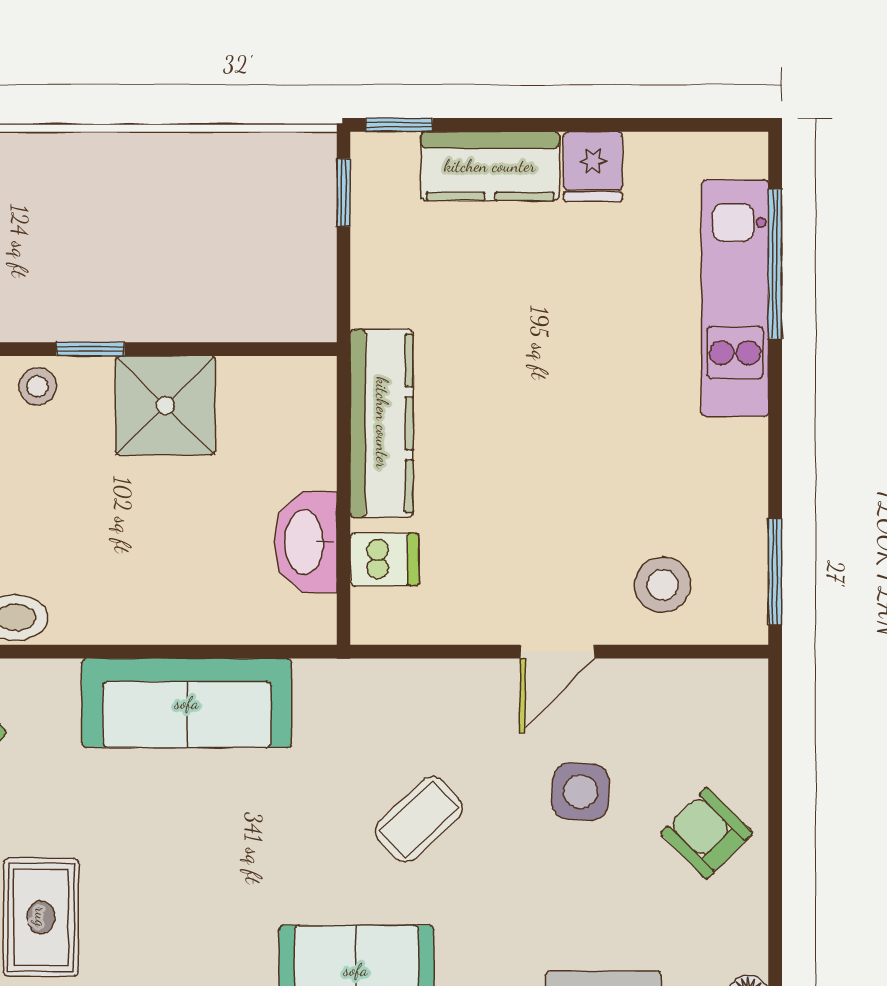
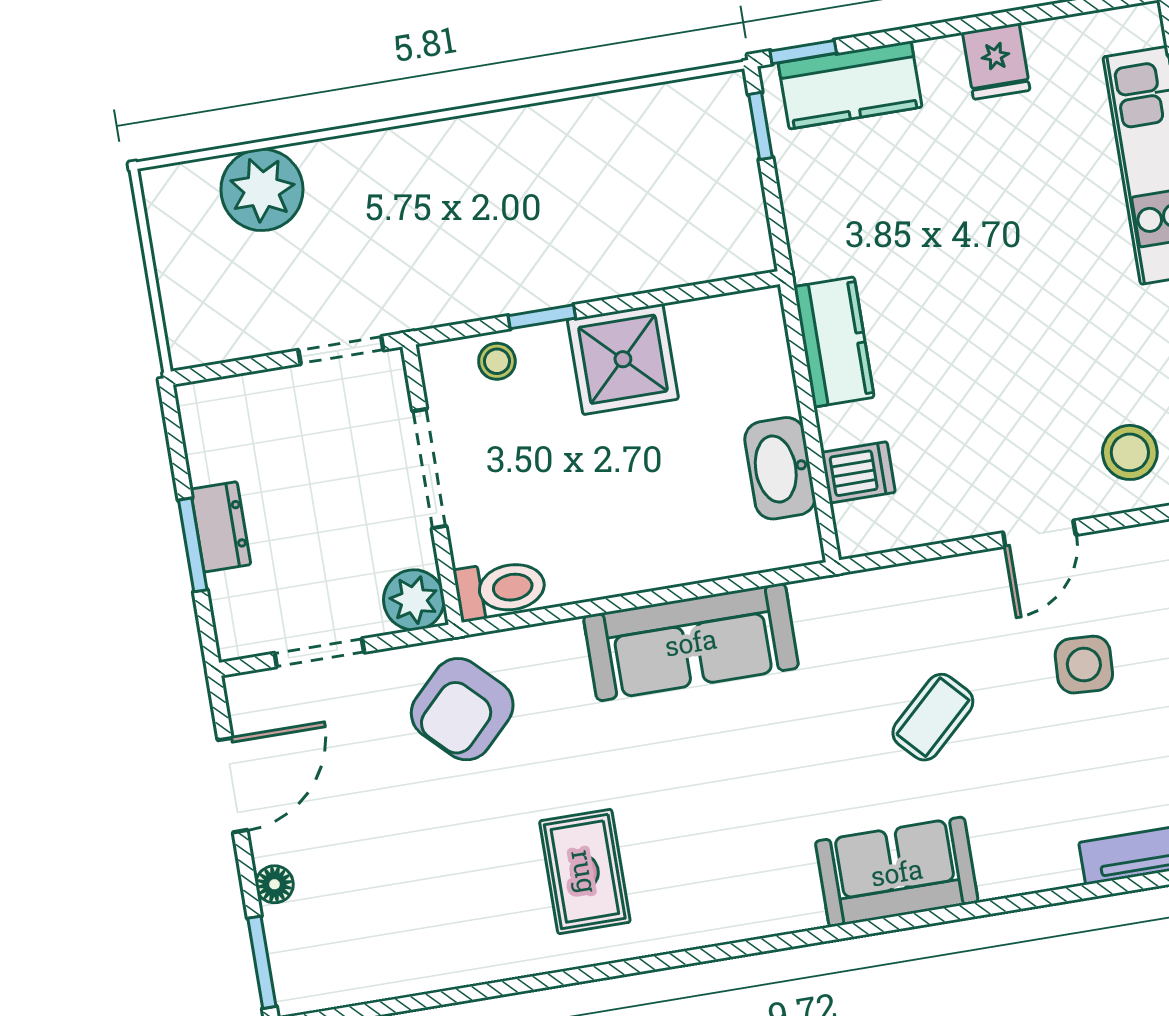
kitchen counter: (490, 166) -> (850, 85), moved
kitchen counter: (382, 423) -> (834, 342), width x0.67

